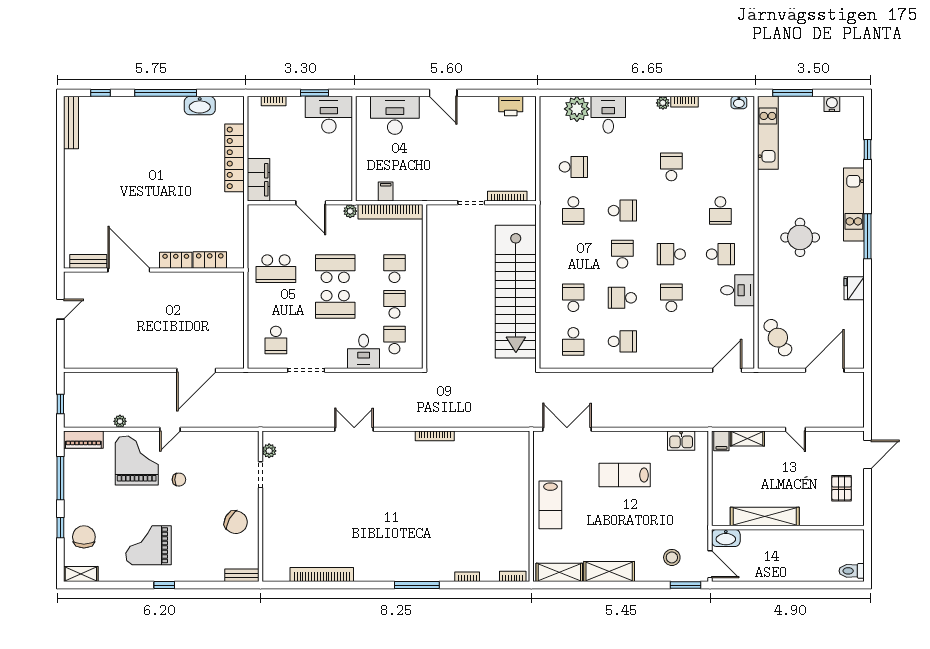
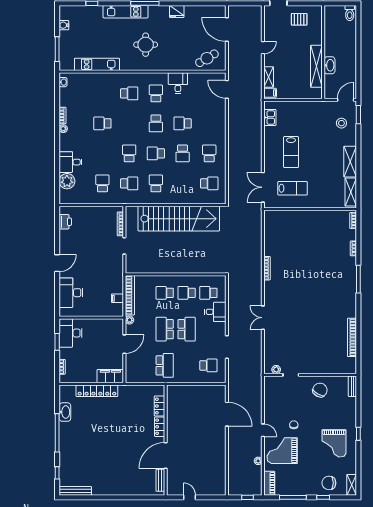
kitchen unit: (768, 133) -> (97, 64), moved
school desk: (573, 298) -> (156, 183), moved, turned 90
lab bench: (550, 505) -> (293, 188), moved
washbasin: (726, 538) -> (330, 65), moved

